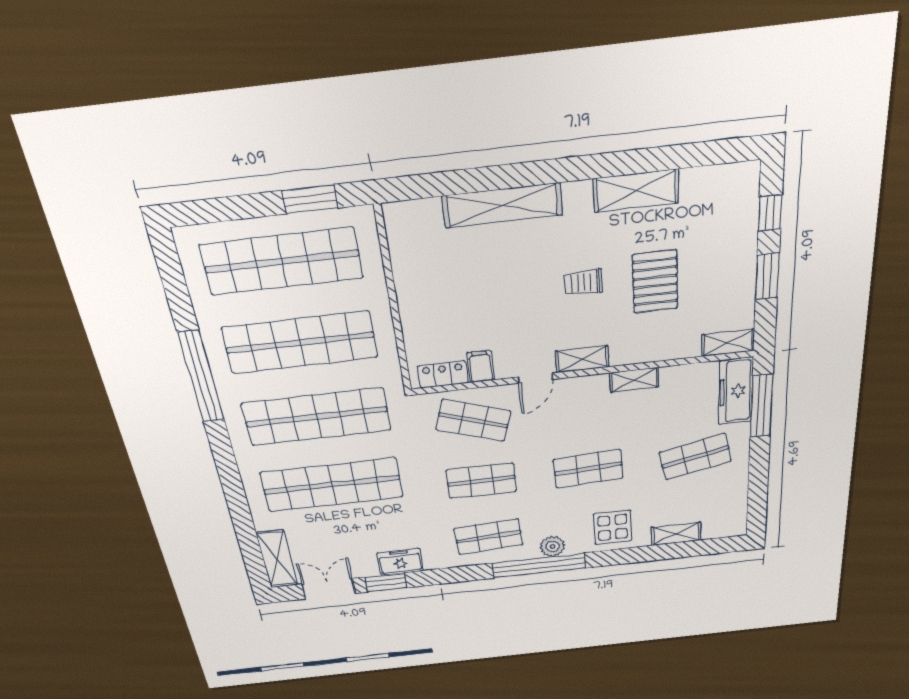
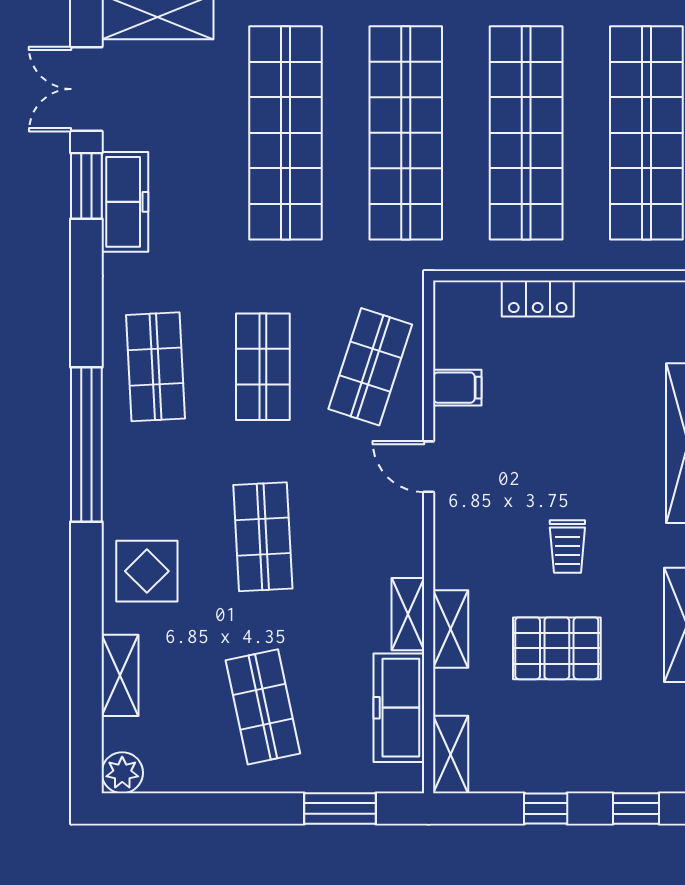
window: (767, 276) -> (546, 809), width x0.67
trolley: (583, 282) -> (567, 546), turned 180
shelving: (582, 359) -> (451, 629), moved
locker: (443, 374) -> (538, 298), moved, turned 90
freezer: (736, 391) -> (399, 708), moved, turned -90
window: (761, 406) -> (340, 809), width x0.69
plant: (553, 546) -> (122, 773), moved
freezer: (400, 562) -> (125, 202), width x1.40
double door: (329, 589) -> (86, 89), swing flipped

